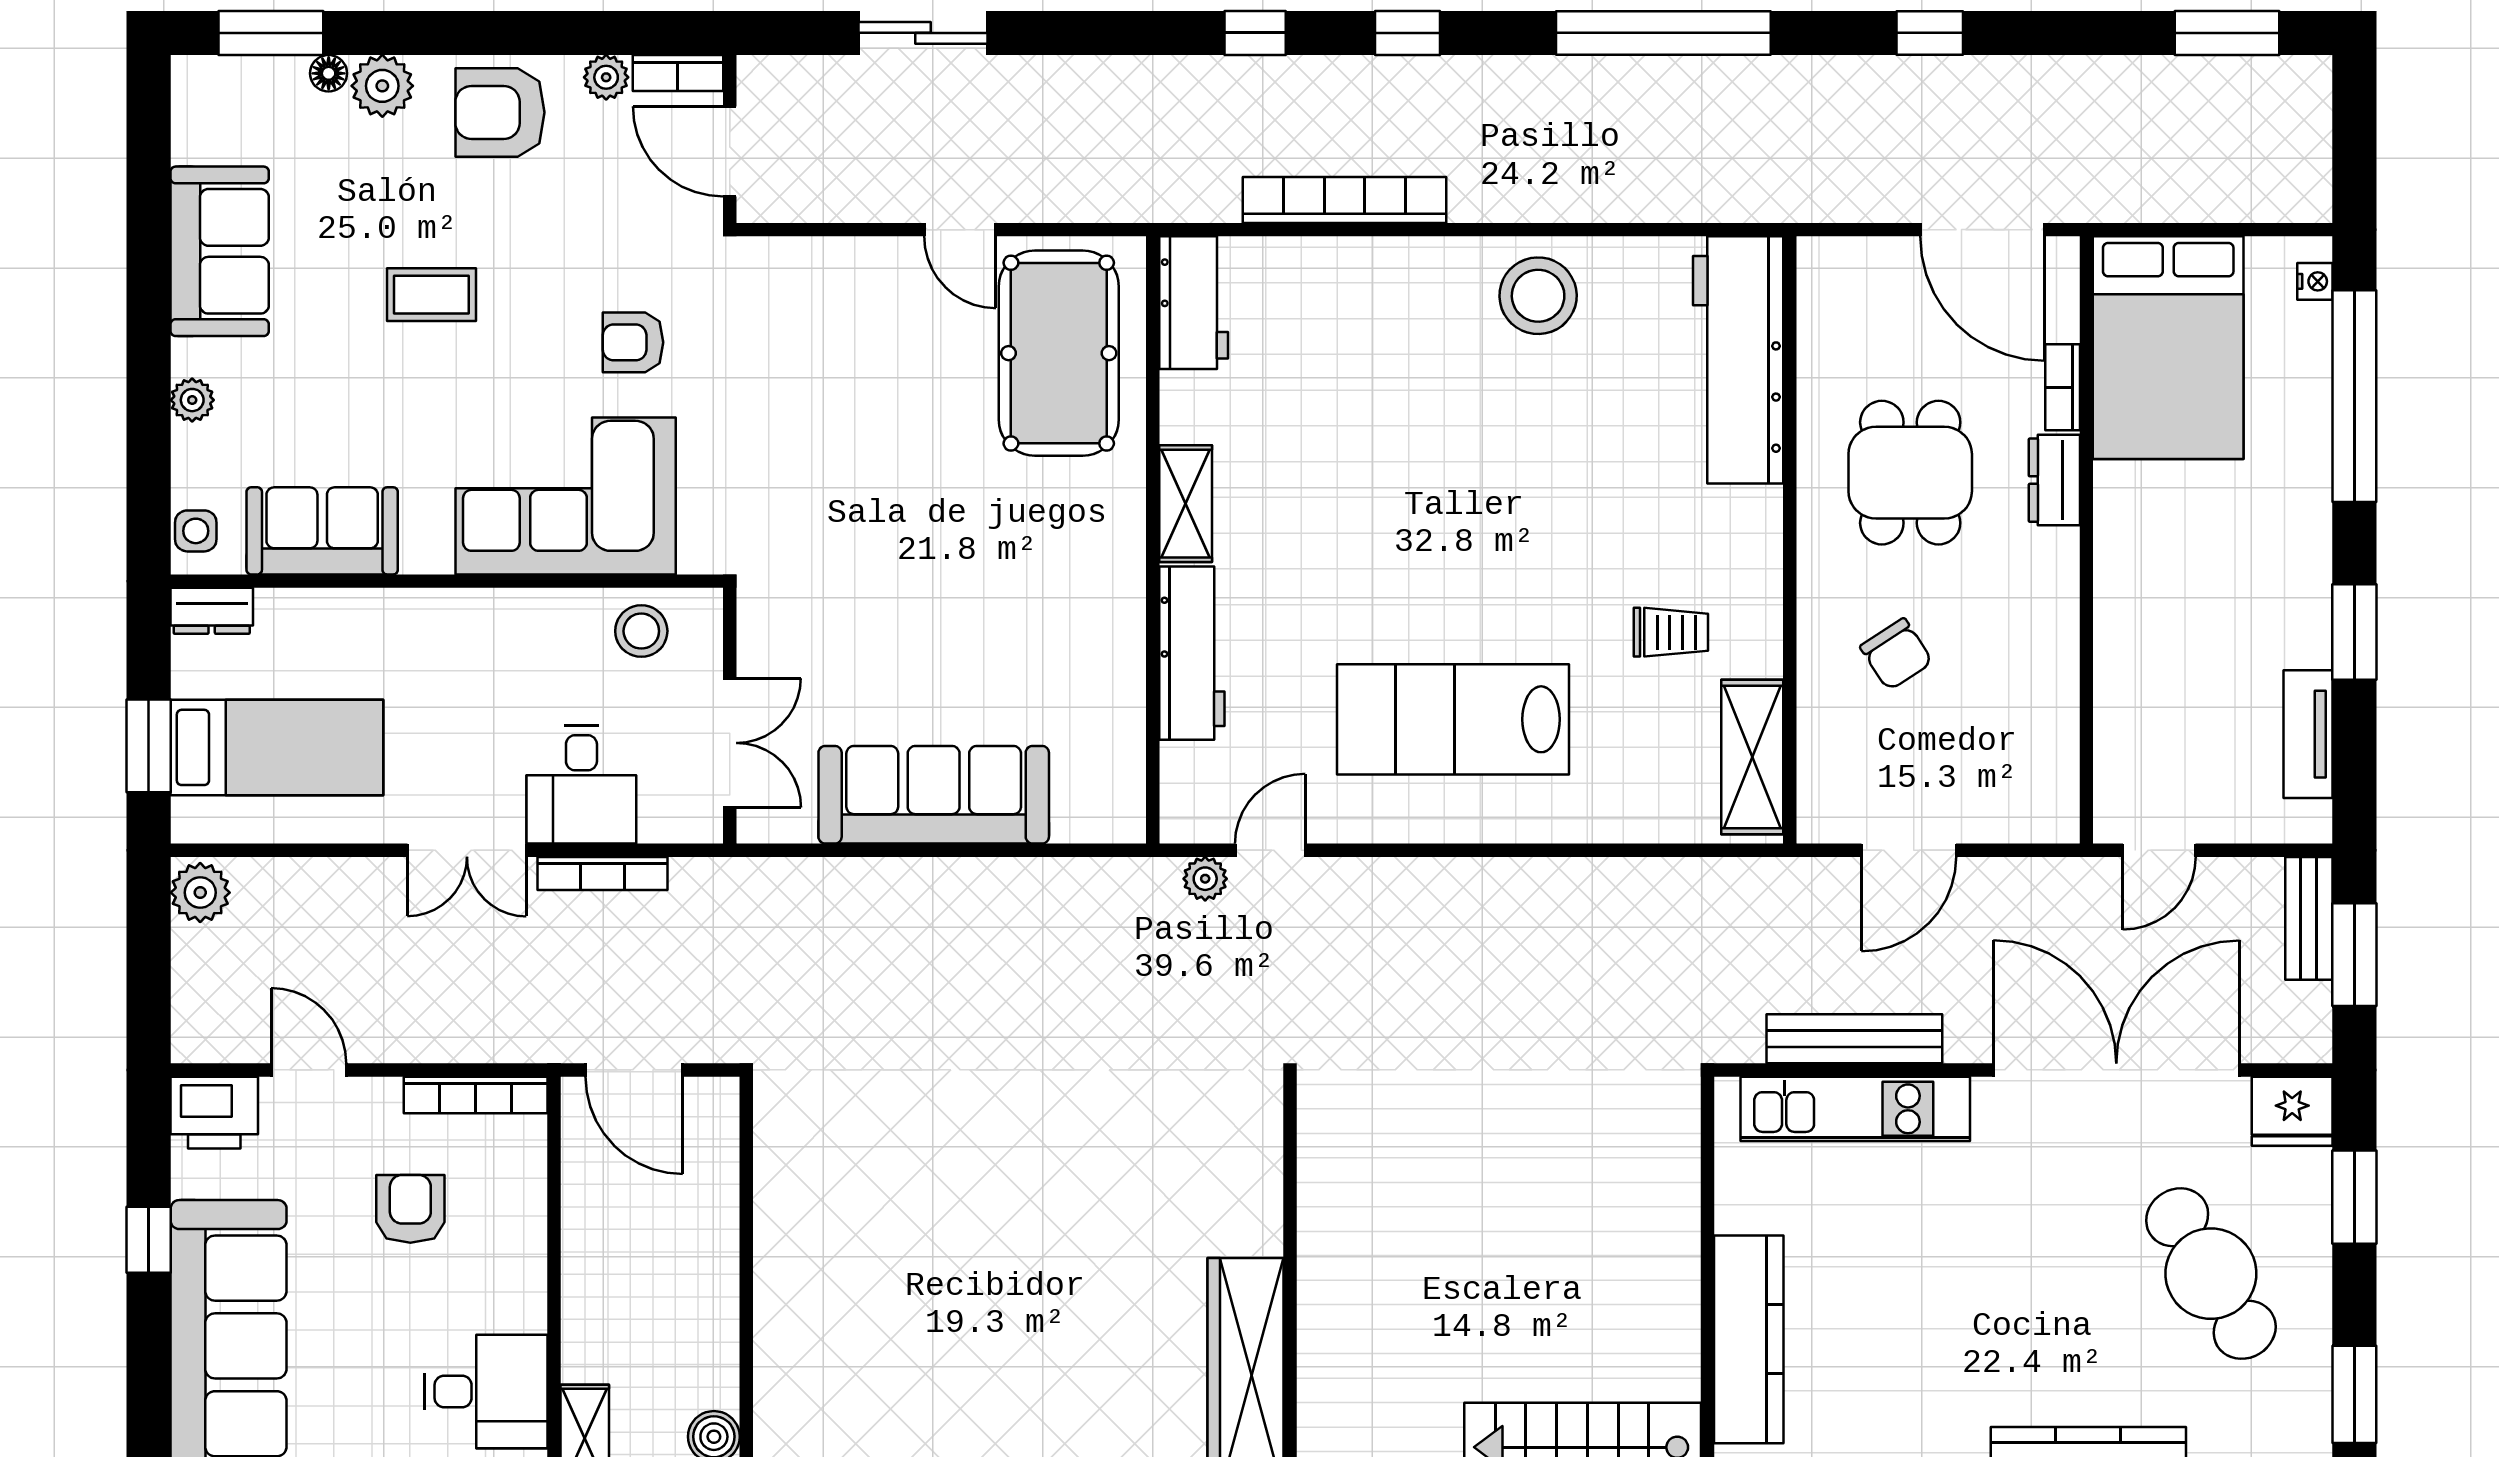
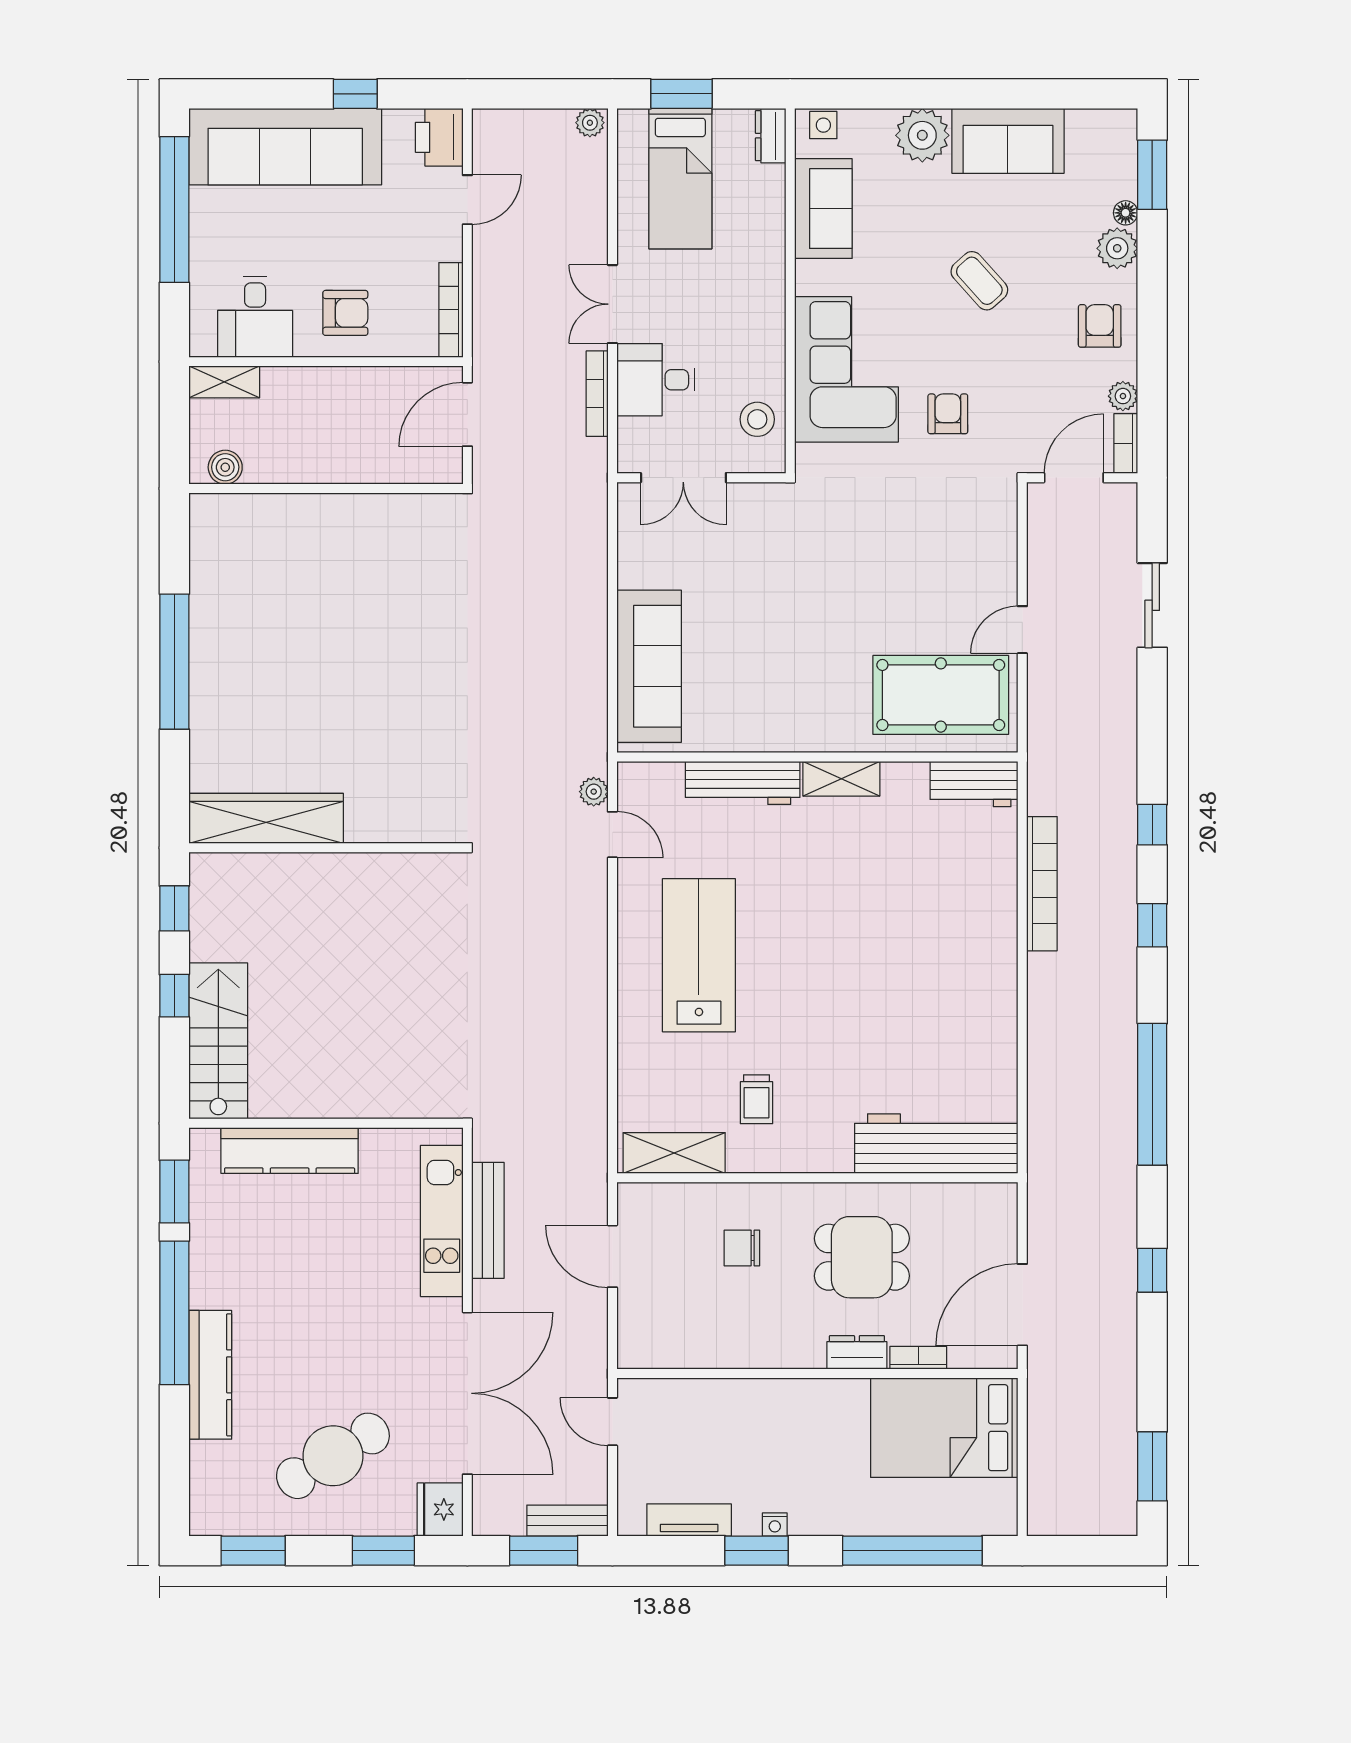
armchair: (500, 112) -> (1100, 326), width x0.72, depth x0.72
nightstand: (2315, 281) -> (775, 1524), moved
coffee table: (431, 295) -> (979, 281), turned -42
stool: (1538, 296) -> (979, 1012), removed
plant: (192, 400) -> (922, 135), width x1.87, depth x1.87
chair: (1896, 654) -> (742, 1248), turned 33
sofa: (934, 795) -> (649, 666), moved
plant: (200, 893) -> (590, 123), width x0.73, depth x0.73
armchair: (410, 1209) -> (345, 313), moved

